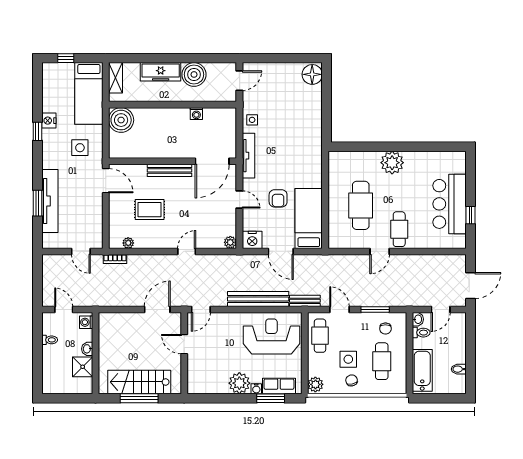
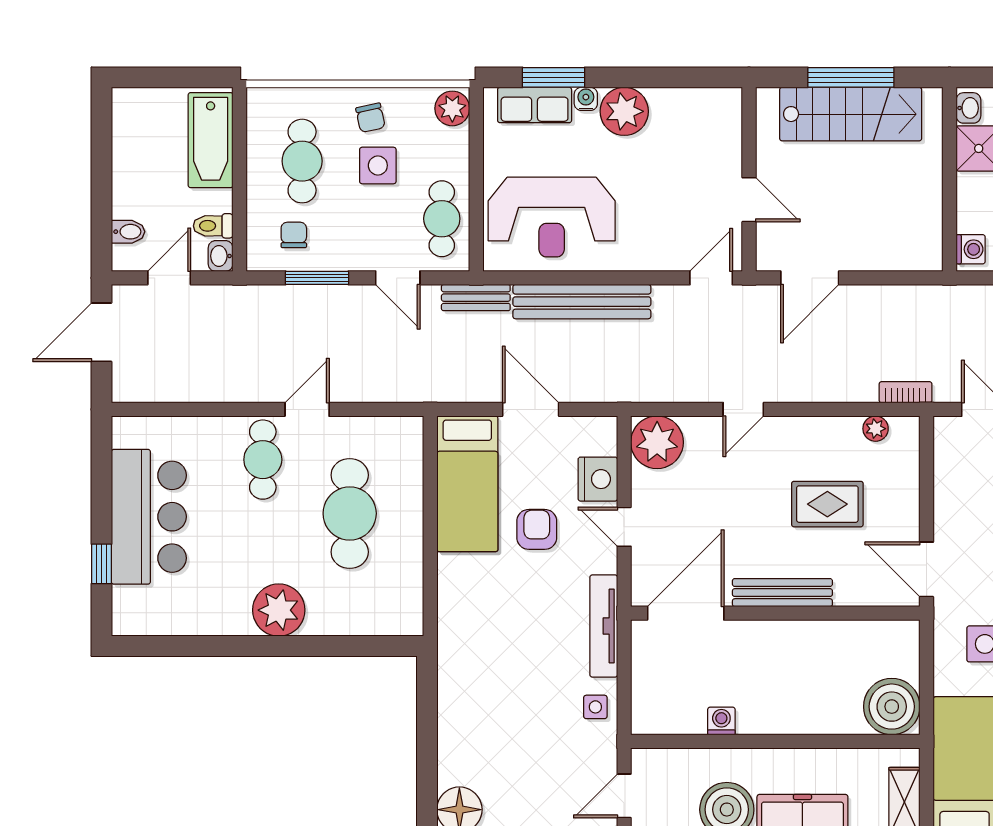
window: (470, 215) -> (102, 564), moved
nightstand: (252, 240) -> (598, 479), moved, turned 90
plant: (230, 242) -> (657, 442), width x1.87, depth x1.87
washbasin: (87, 349) -> (968, 108), moved
bidet: (459, 369) -> (128, 232), moved

